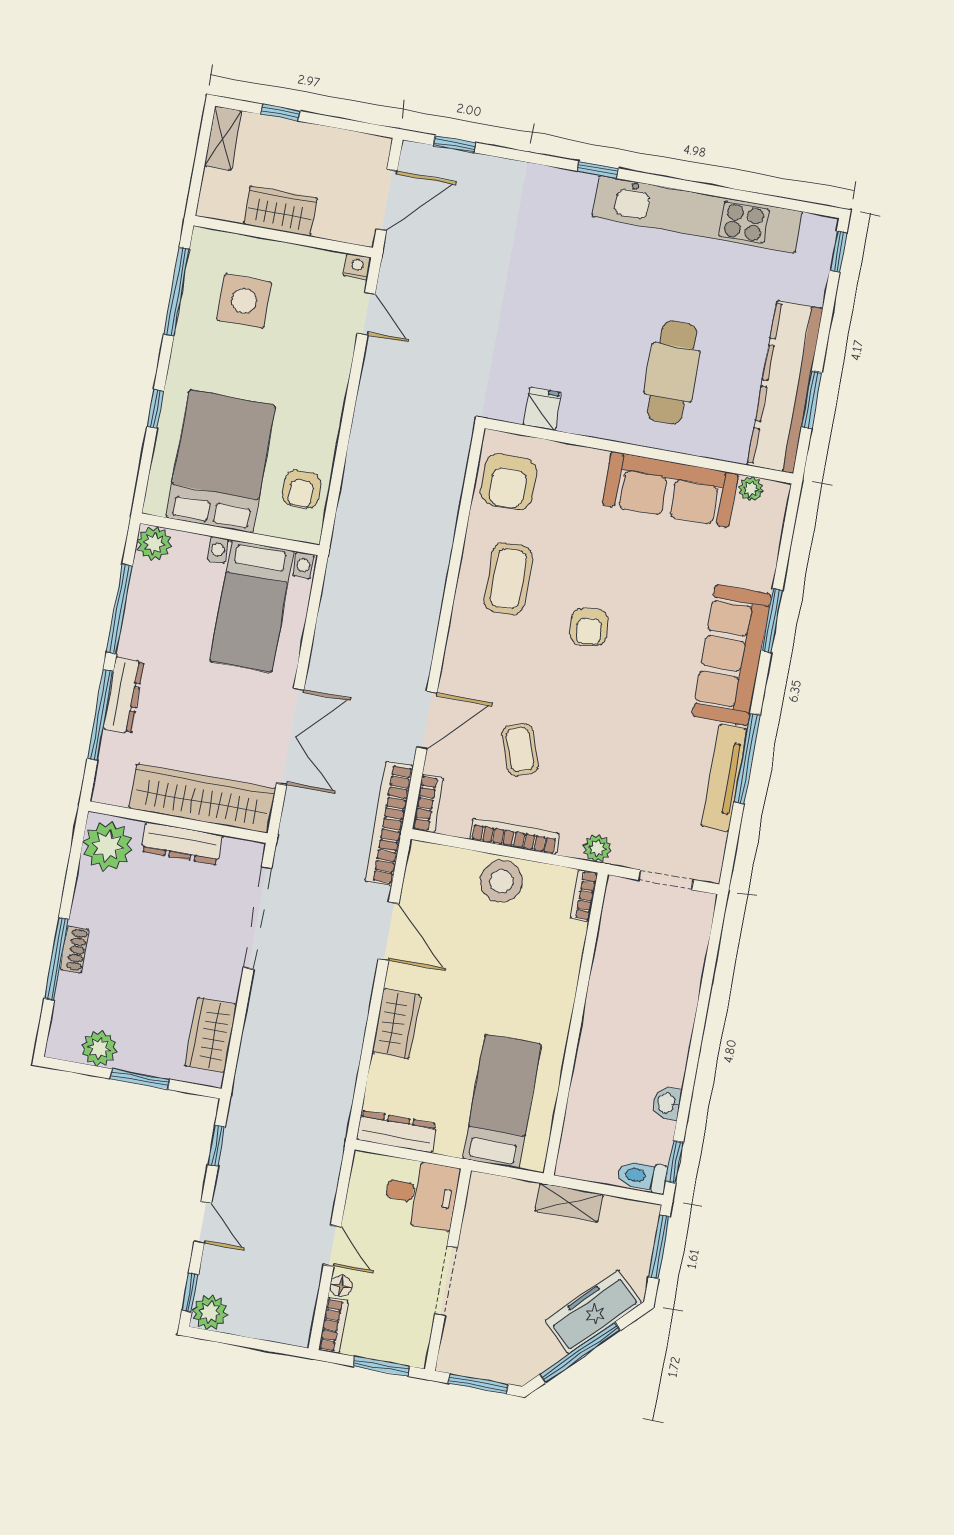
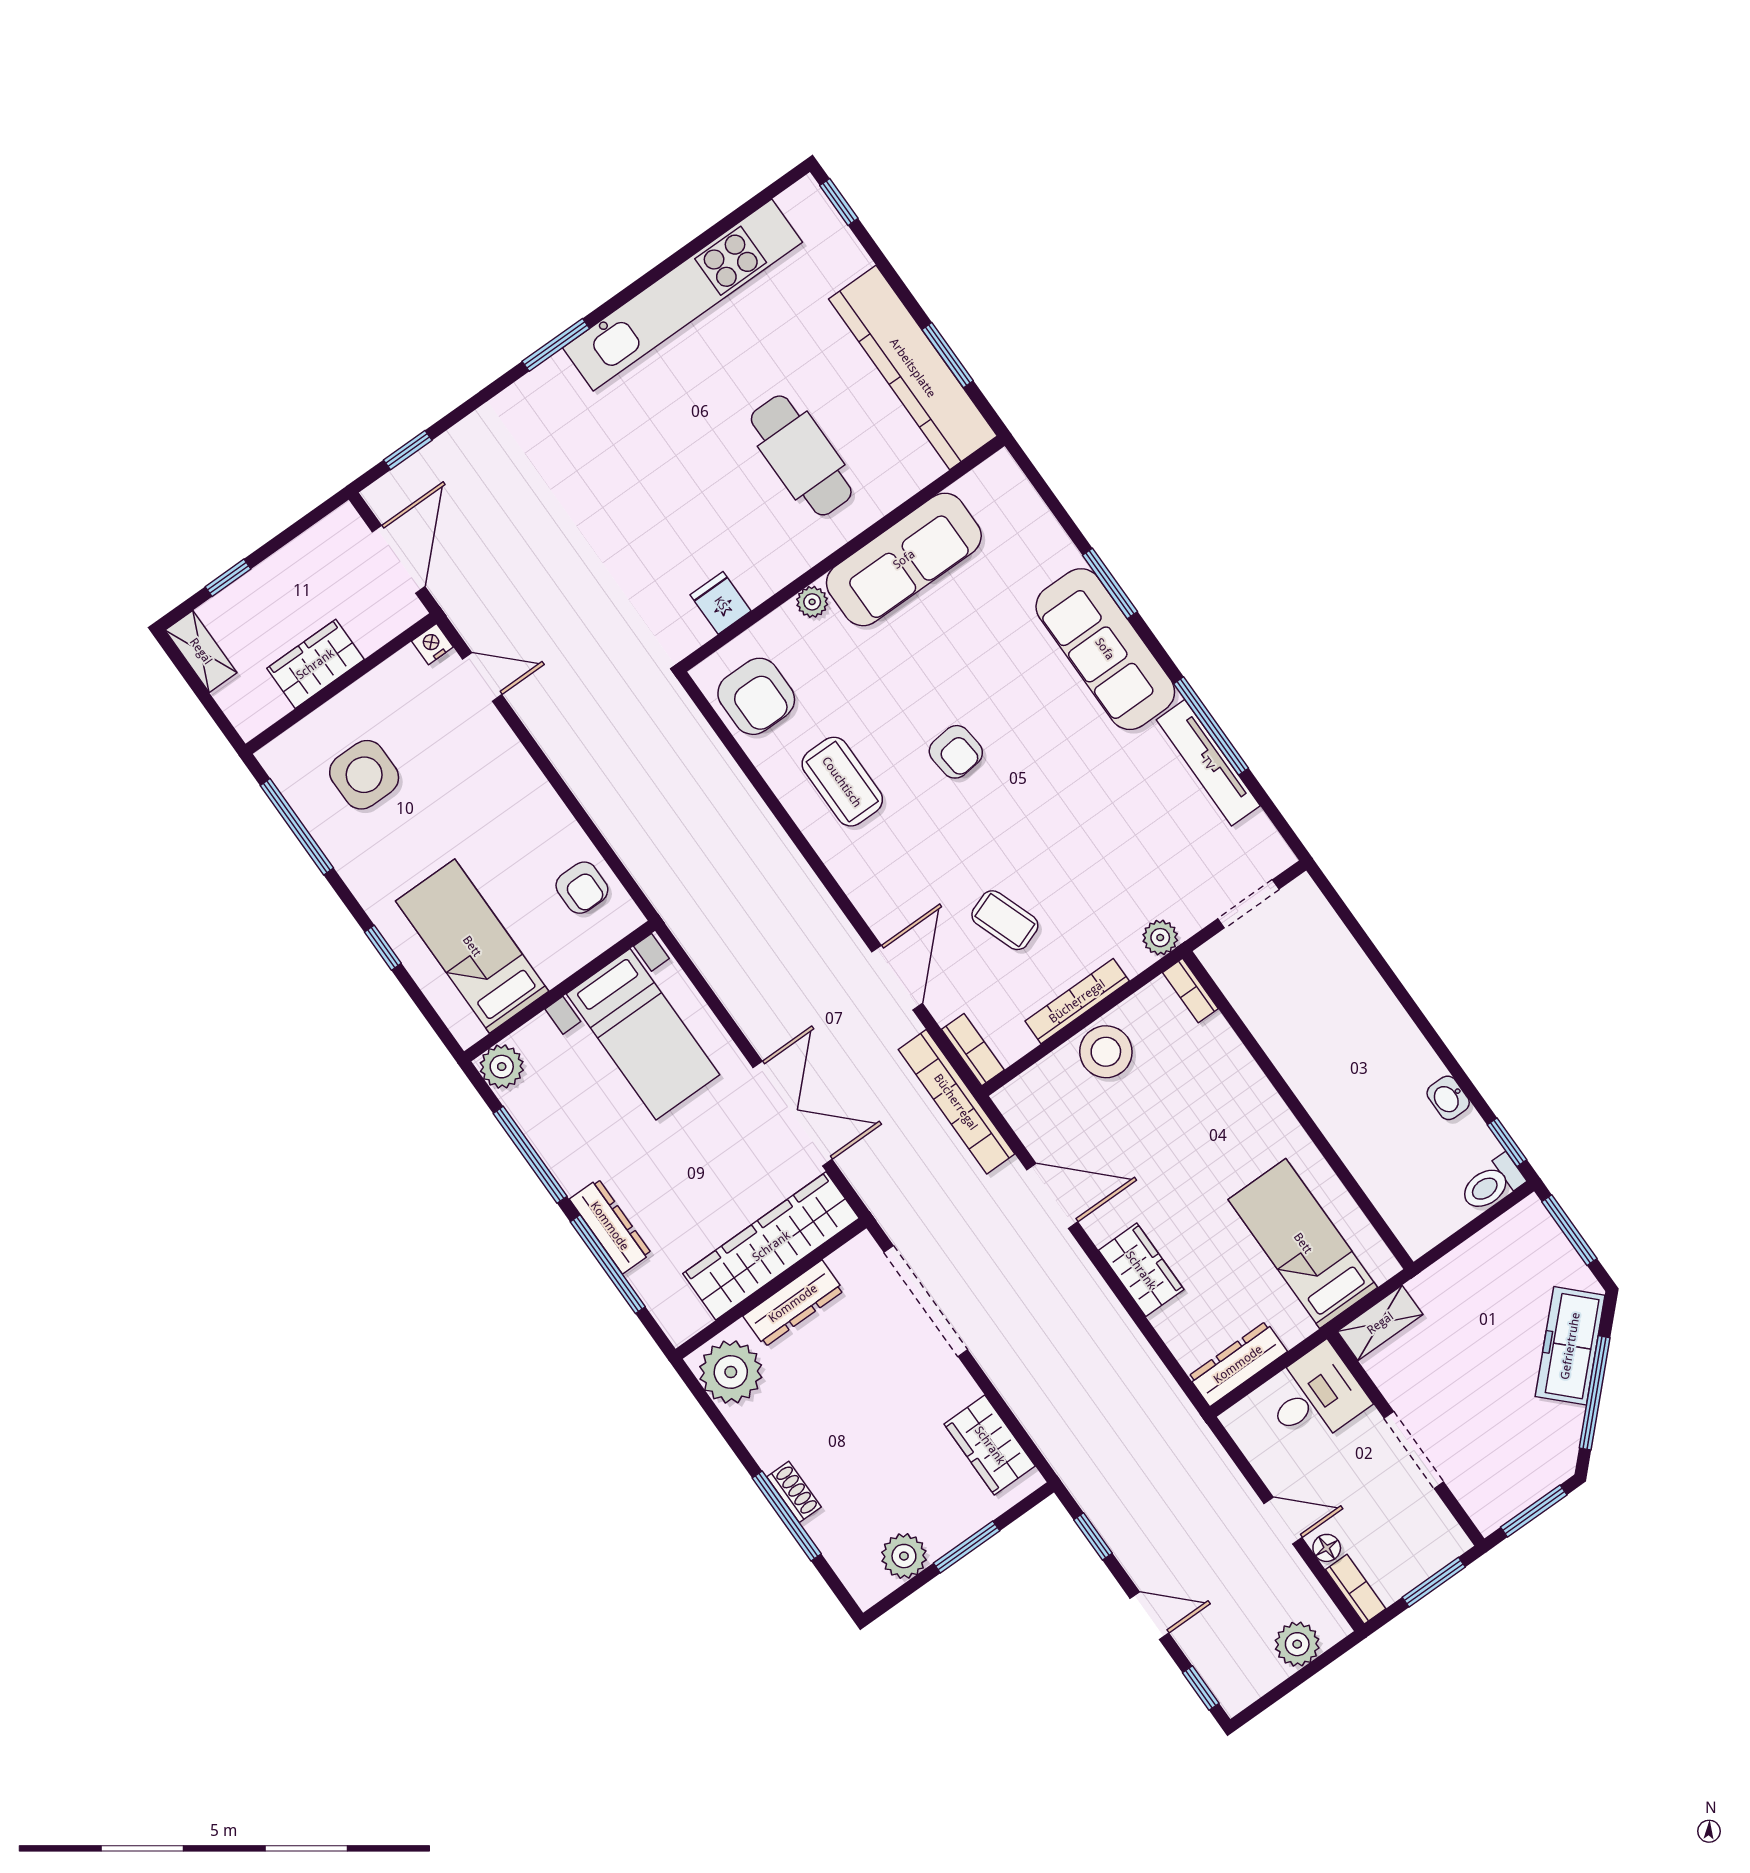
window: (598, 170) -> (556, 345), width x1.50
bed: (221, 462) -> (472, 946), width x0.67
plant: (751, 489) -> (812, 602), moved
shelving: (569, 1203) -> (1380, 1323), moved
plant: (210, 1312) -> (1297, 1644), moved

